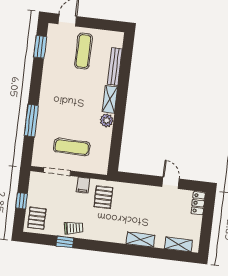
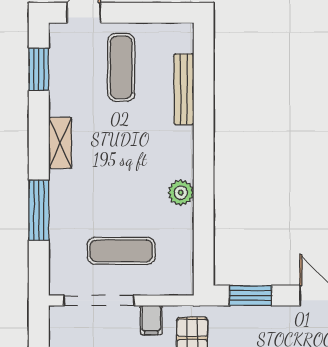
shelving: (110, 99) -> (60, 143), moved
doorway: (57, 172) -> (99, 300), width x1.36
window: (137, 179) -> (250, 296), added

